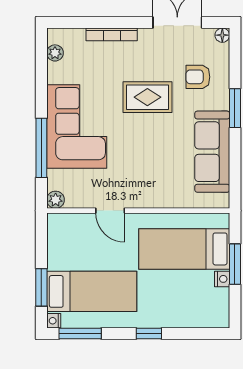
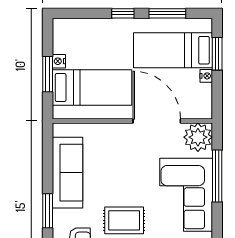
plant: (56, 200) -> (198, 137), width x1.88, depth x1.88
door: (110, 211) -> (157, 121), width x1.88
nightstand: (54, 321) -> (206, 76), moved
window: (80, 334) -> (167, 13), moved

